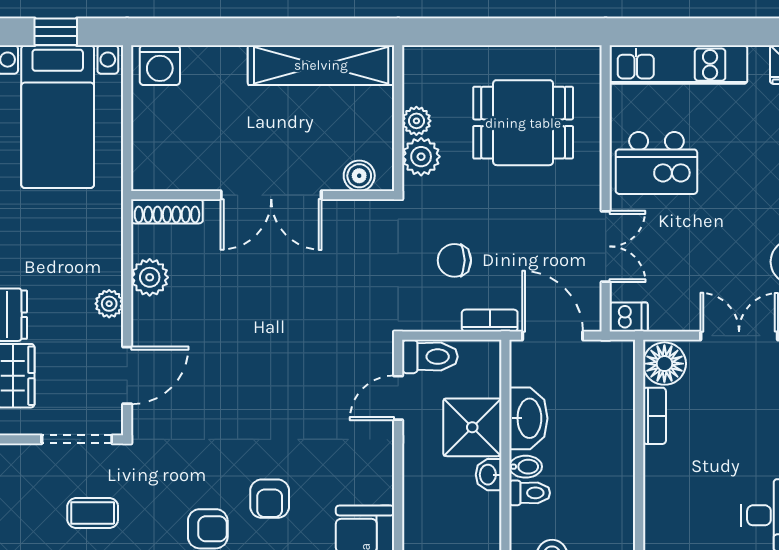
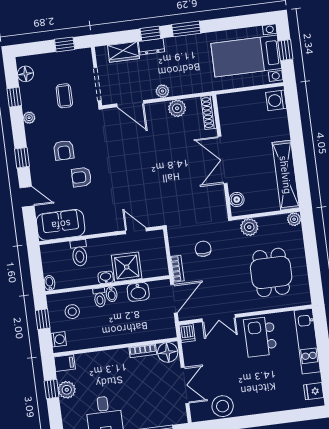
plant: (416, 121) -> (294, 219), moved
toilet: (430, 357) -> (79, 253), moved
washbasin: (528, 418) -> (138, 292), width x0.72

